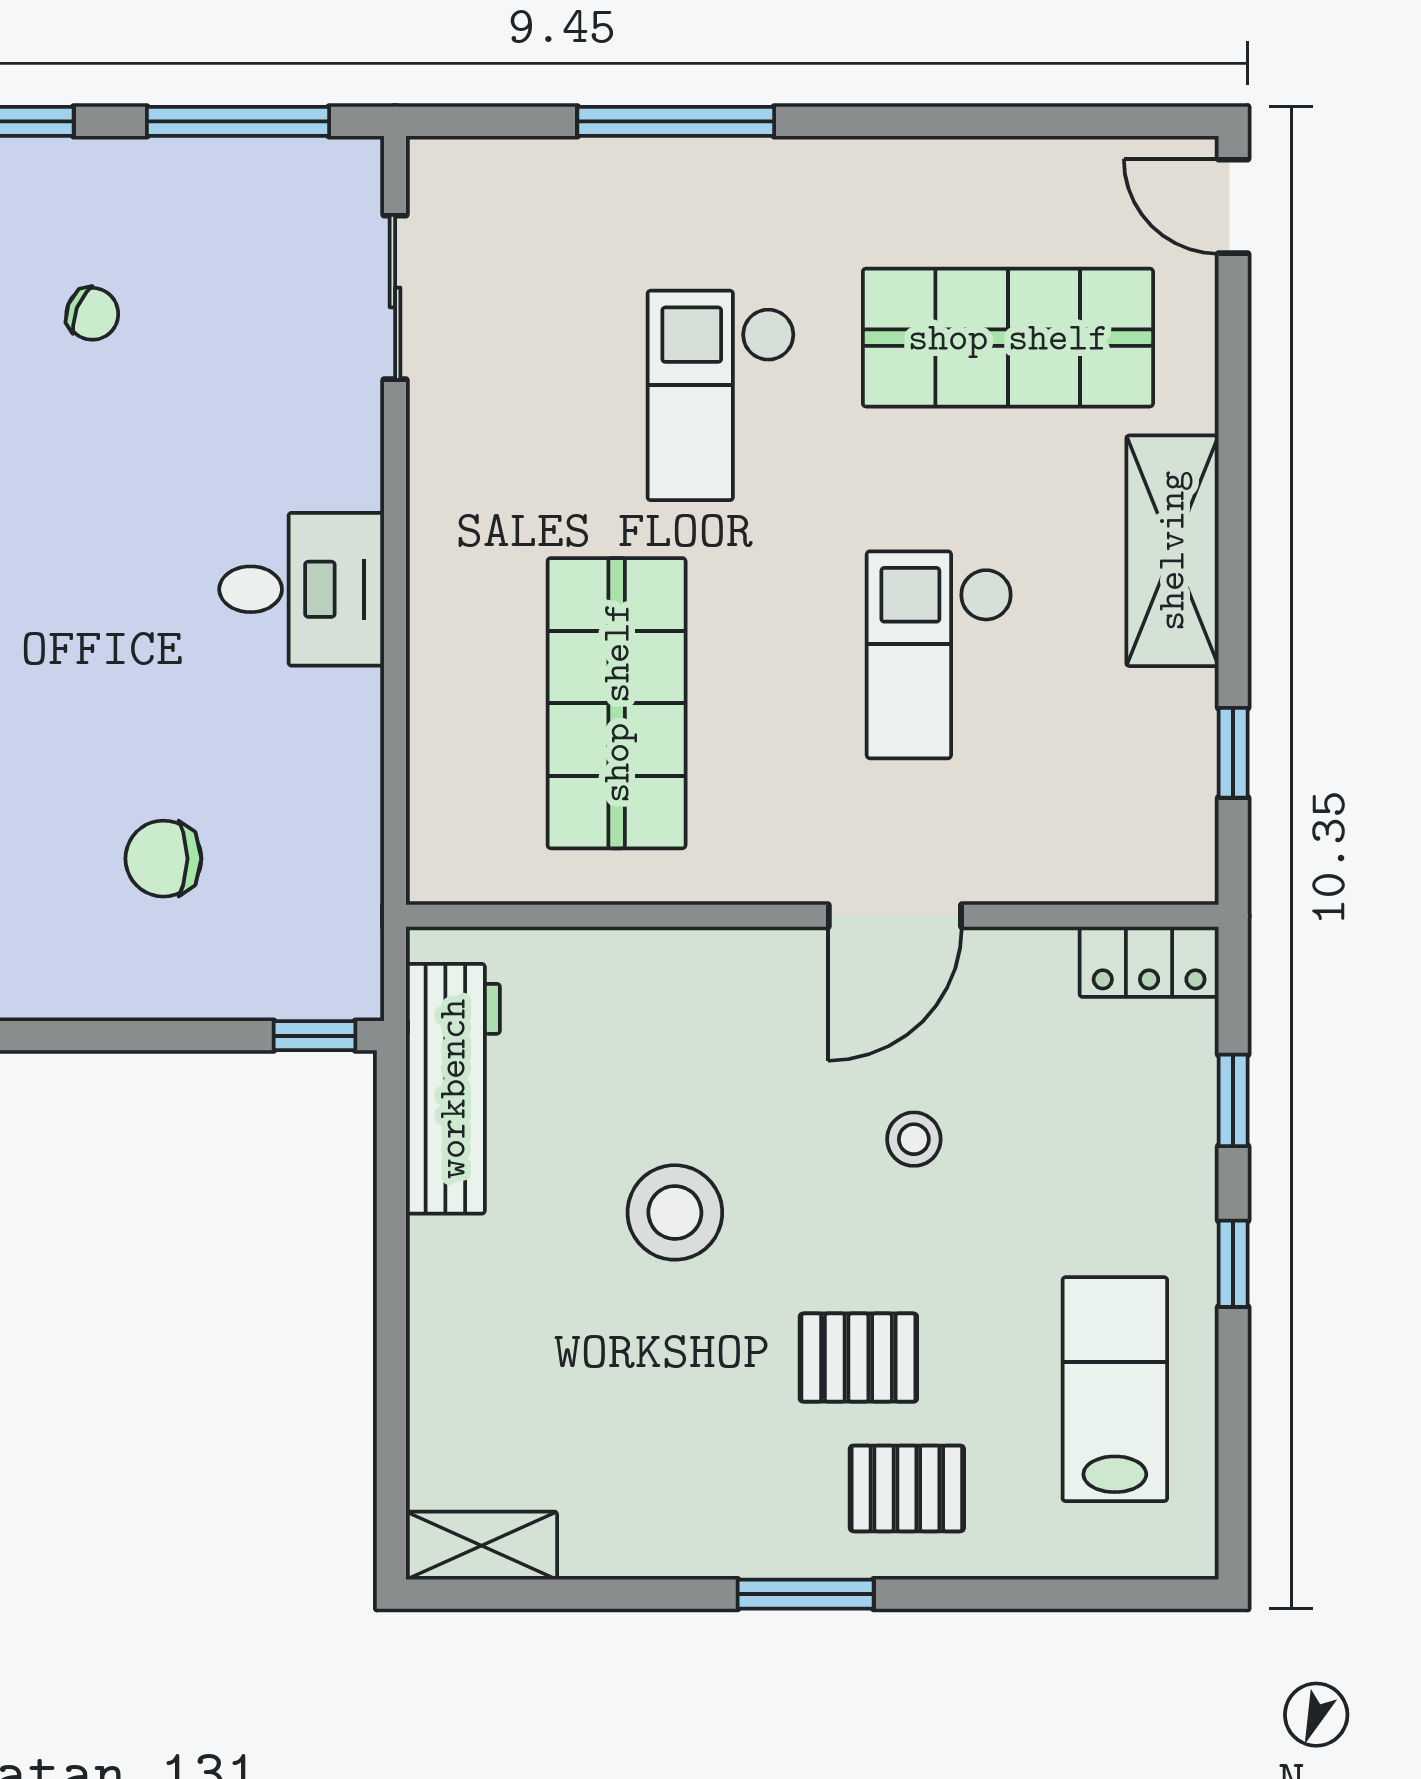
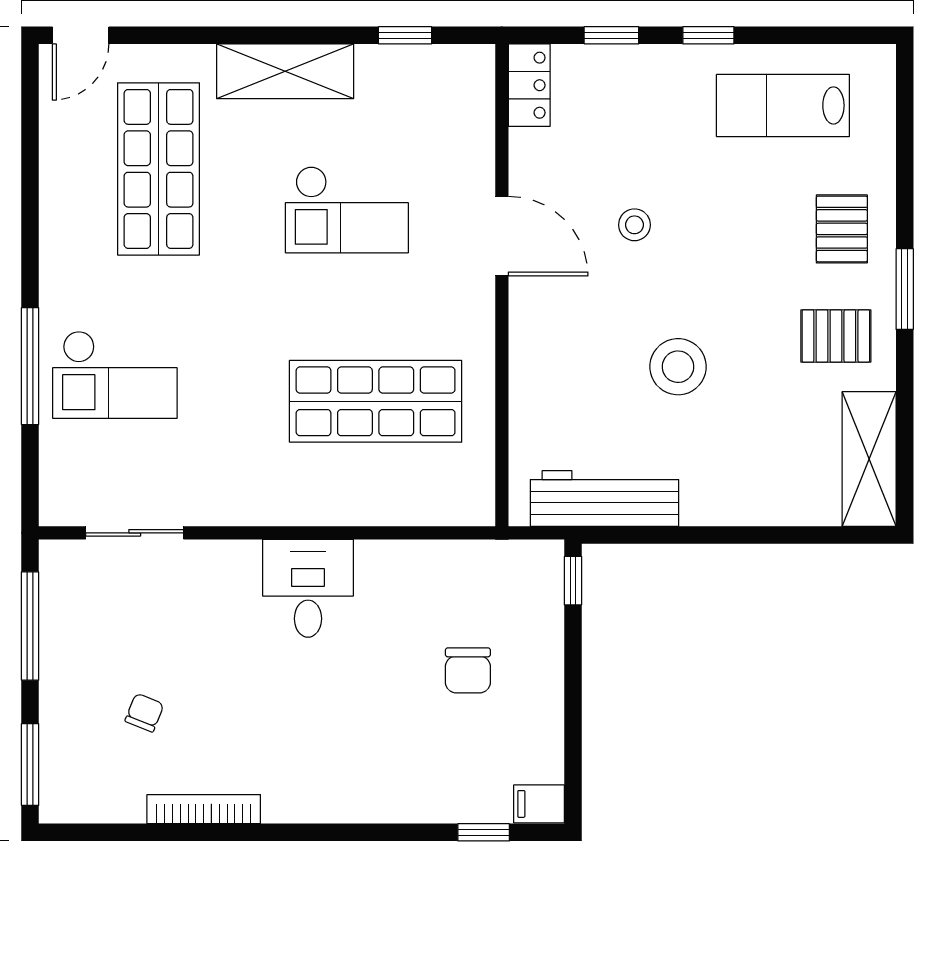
checkout: (721, 395) -> (115, 375), moved
pallet: (858, 1358) -> (836, 336), moved, turned 90
shelving: (482, 1546) -> (869, 459), width x1.50, depth x1.33

